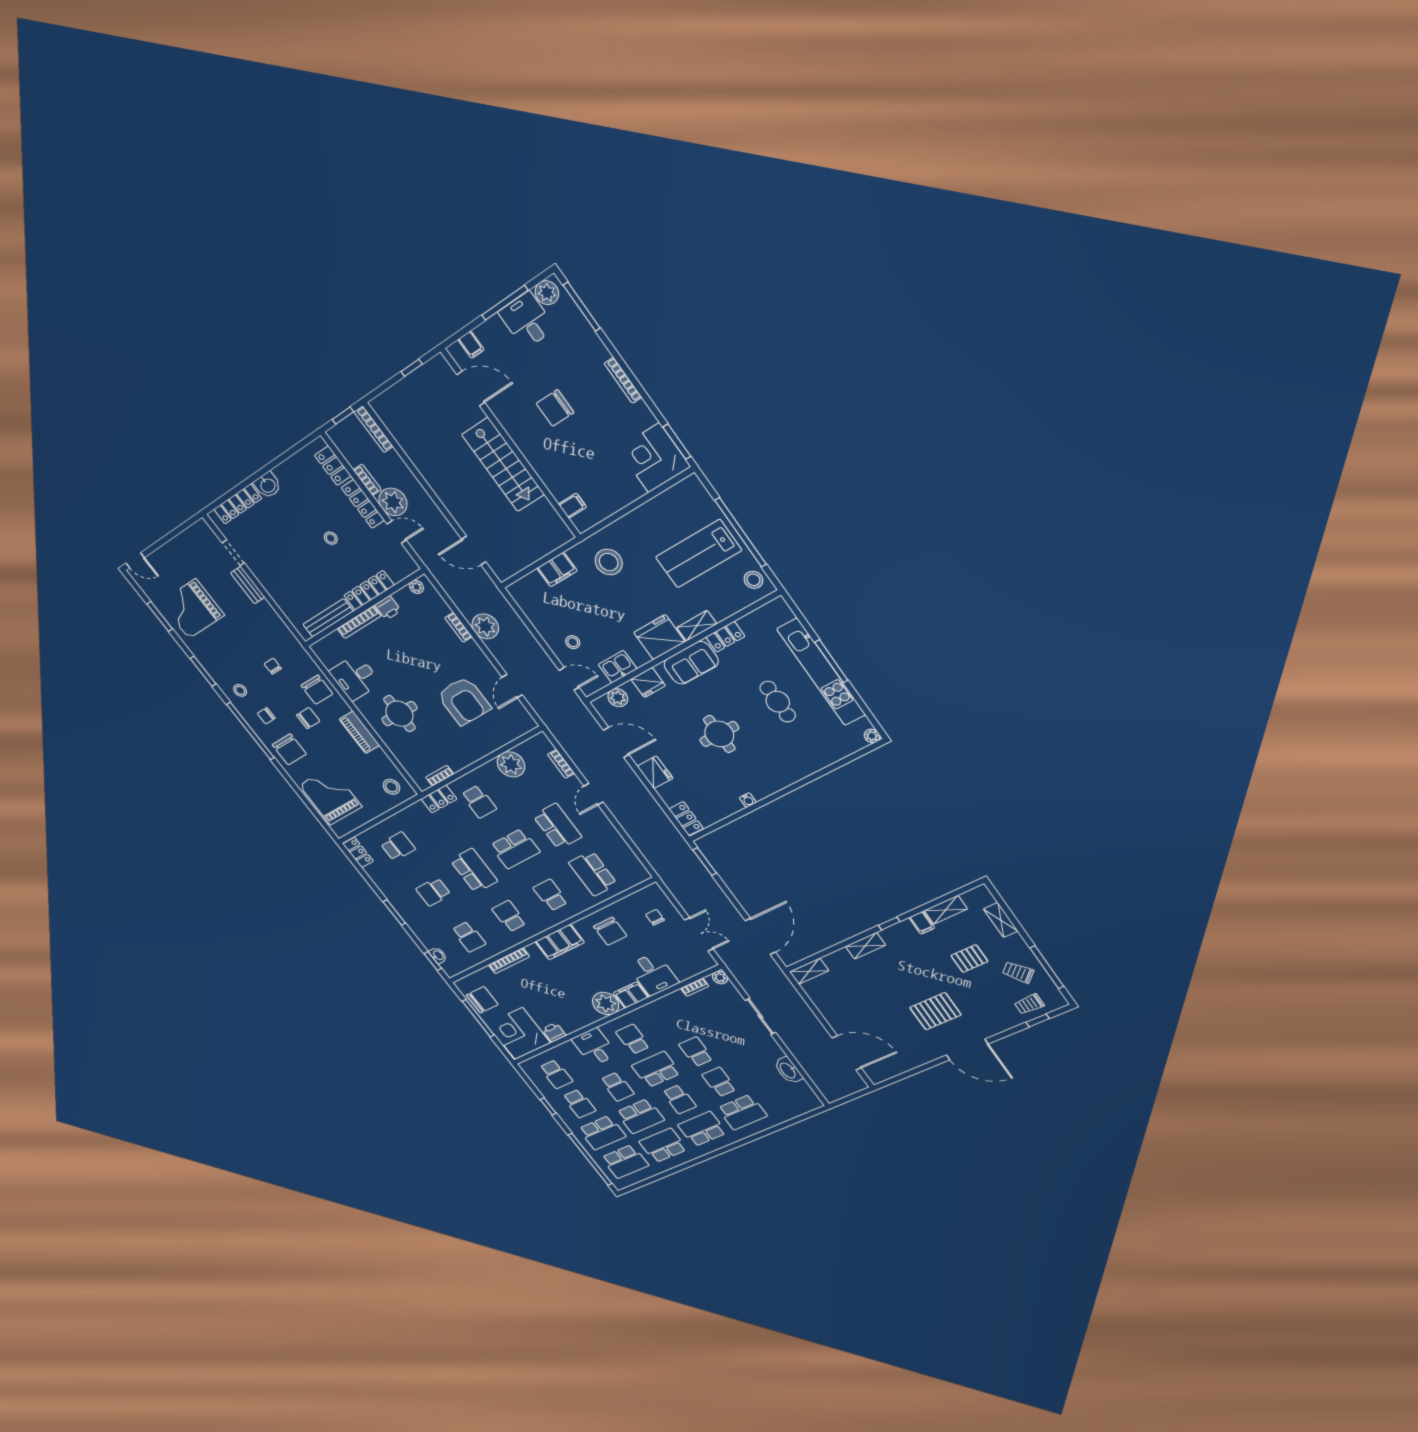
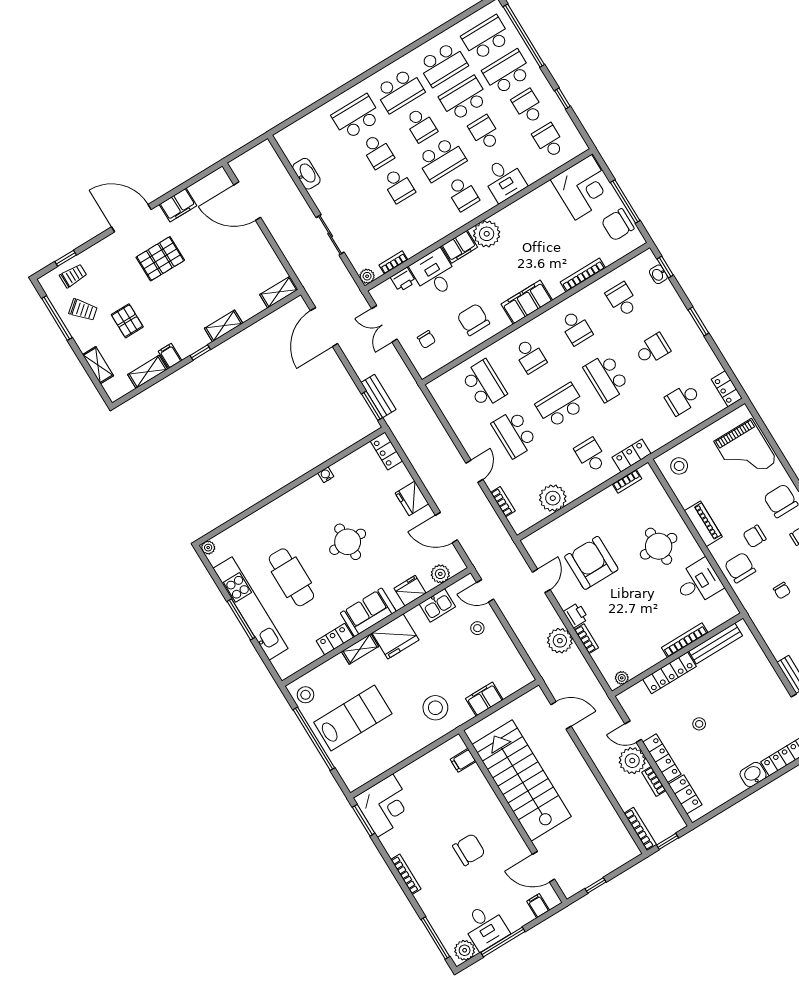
stairs: (503, 465) -> (522, 780), width x1.36, depth x1.51
printer: (388, 608) -> (576, 615), moved, turned 90
cafe table: (778, 702) -> (291, 577), width x1.37, depth x1.35
bench: (699, 870) -> (378, 396), added
pallet: (969, 958) -> (127, 321), turned 90
printer: (554, 1032) -> (403, 280), moved
filing cabinet: (918, 1056) -> (178, 205), added
school desk: (679, 1099) -> (421, 125), turned 180

